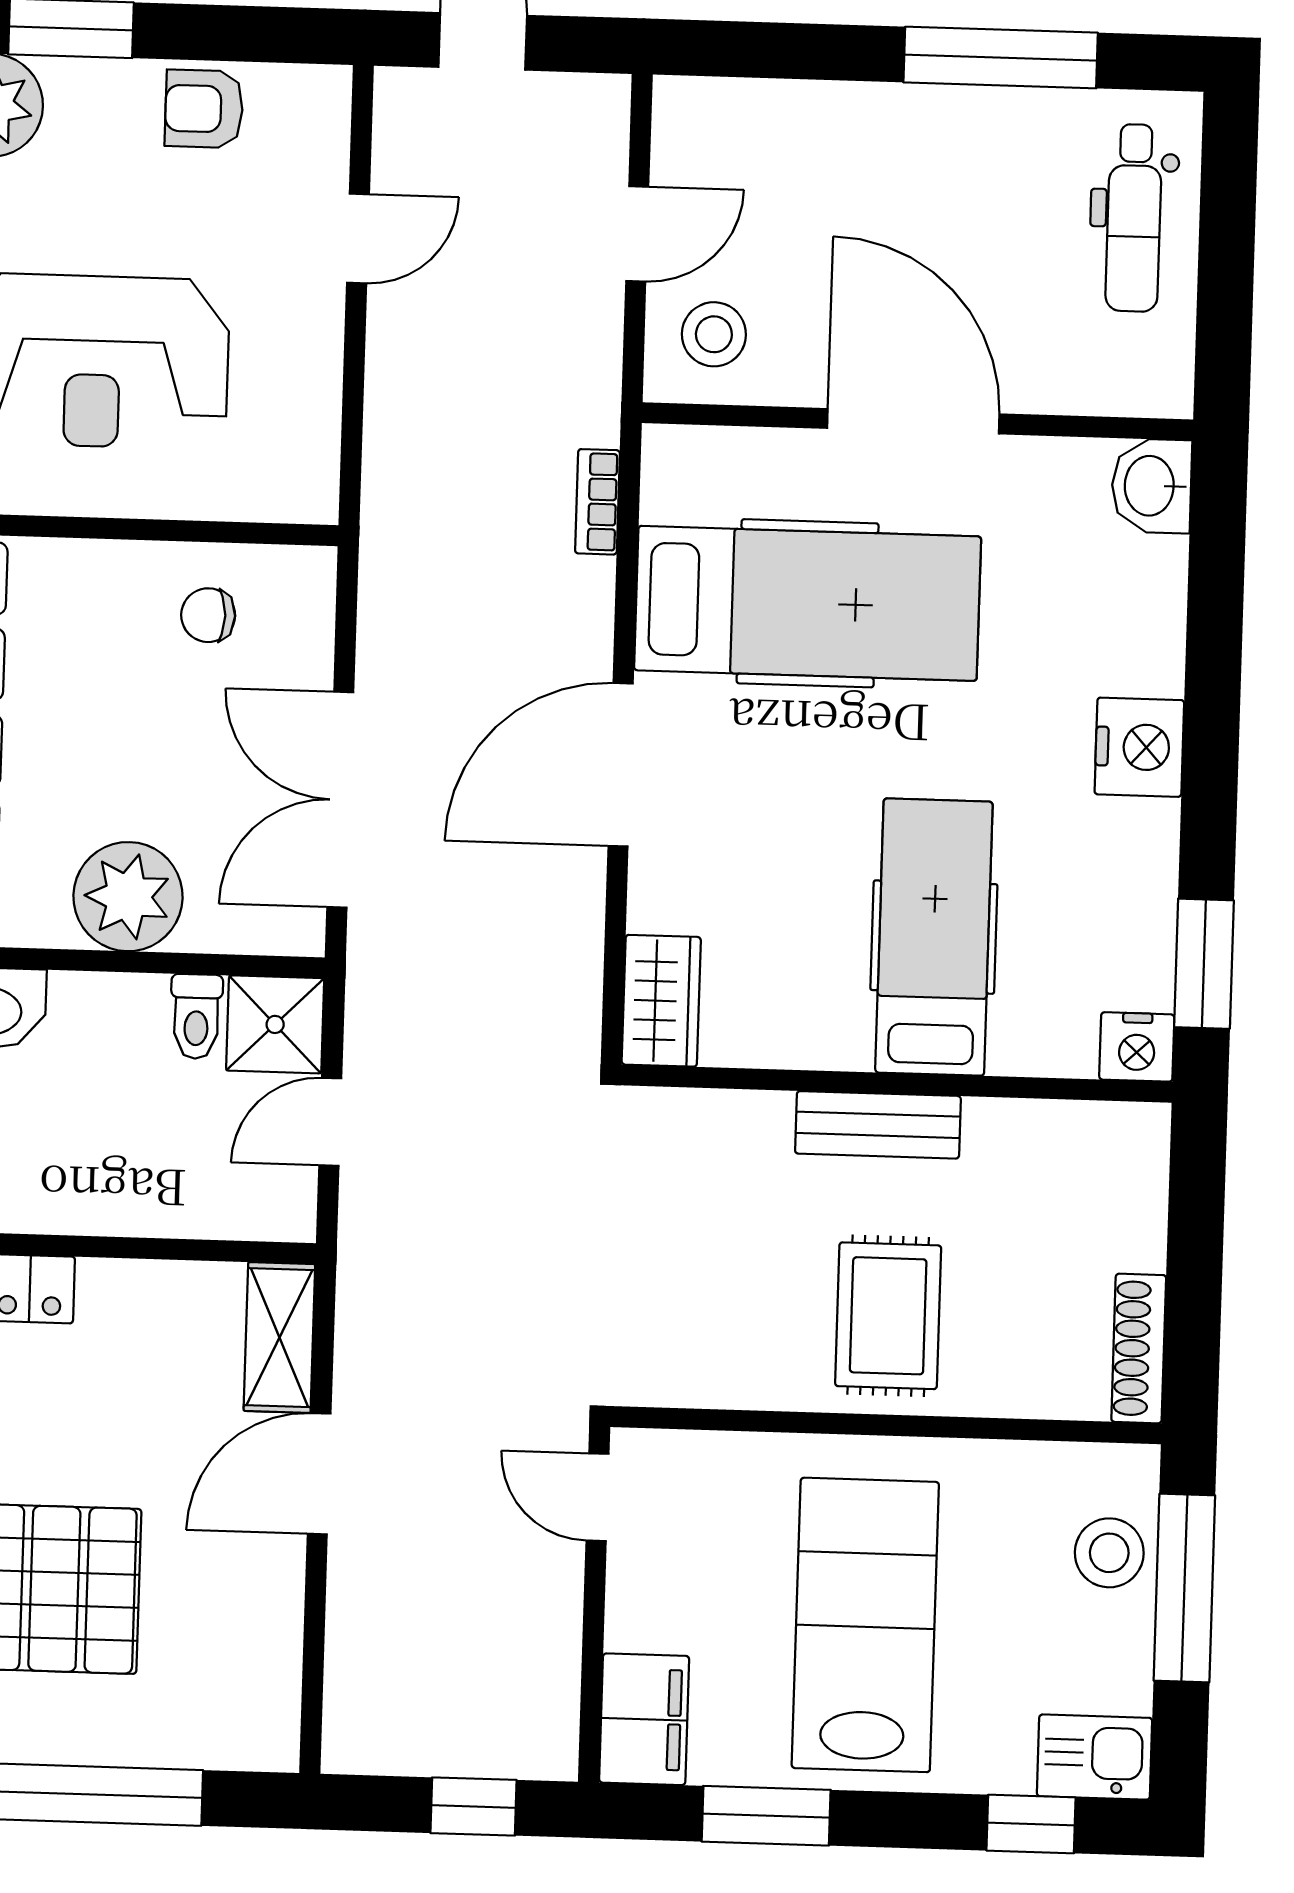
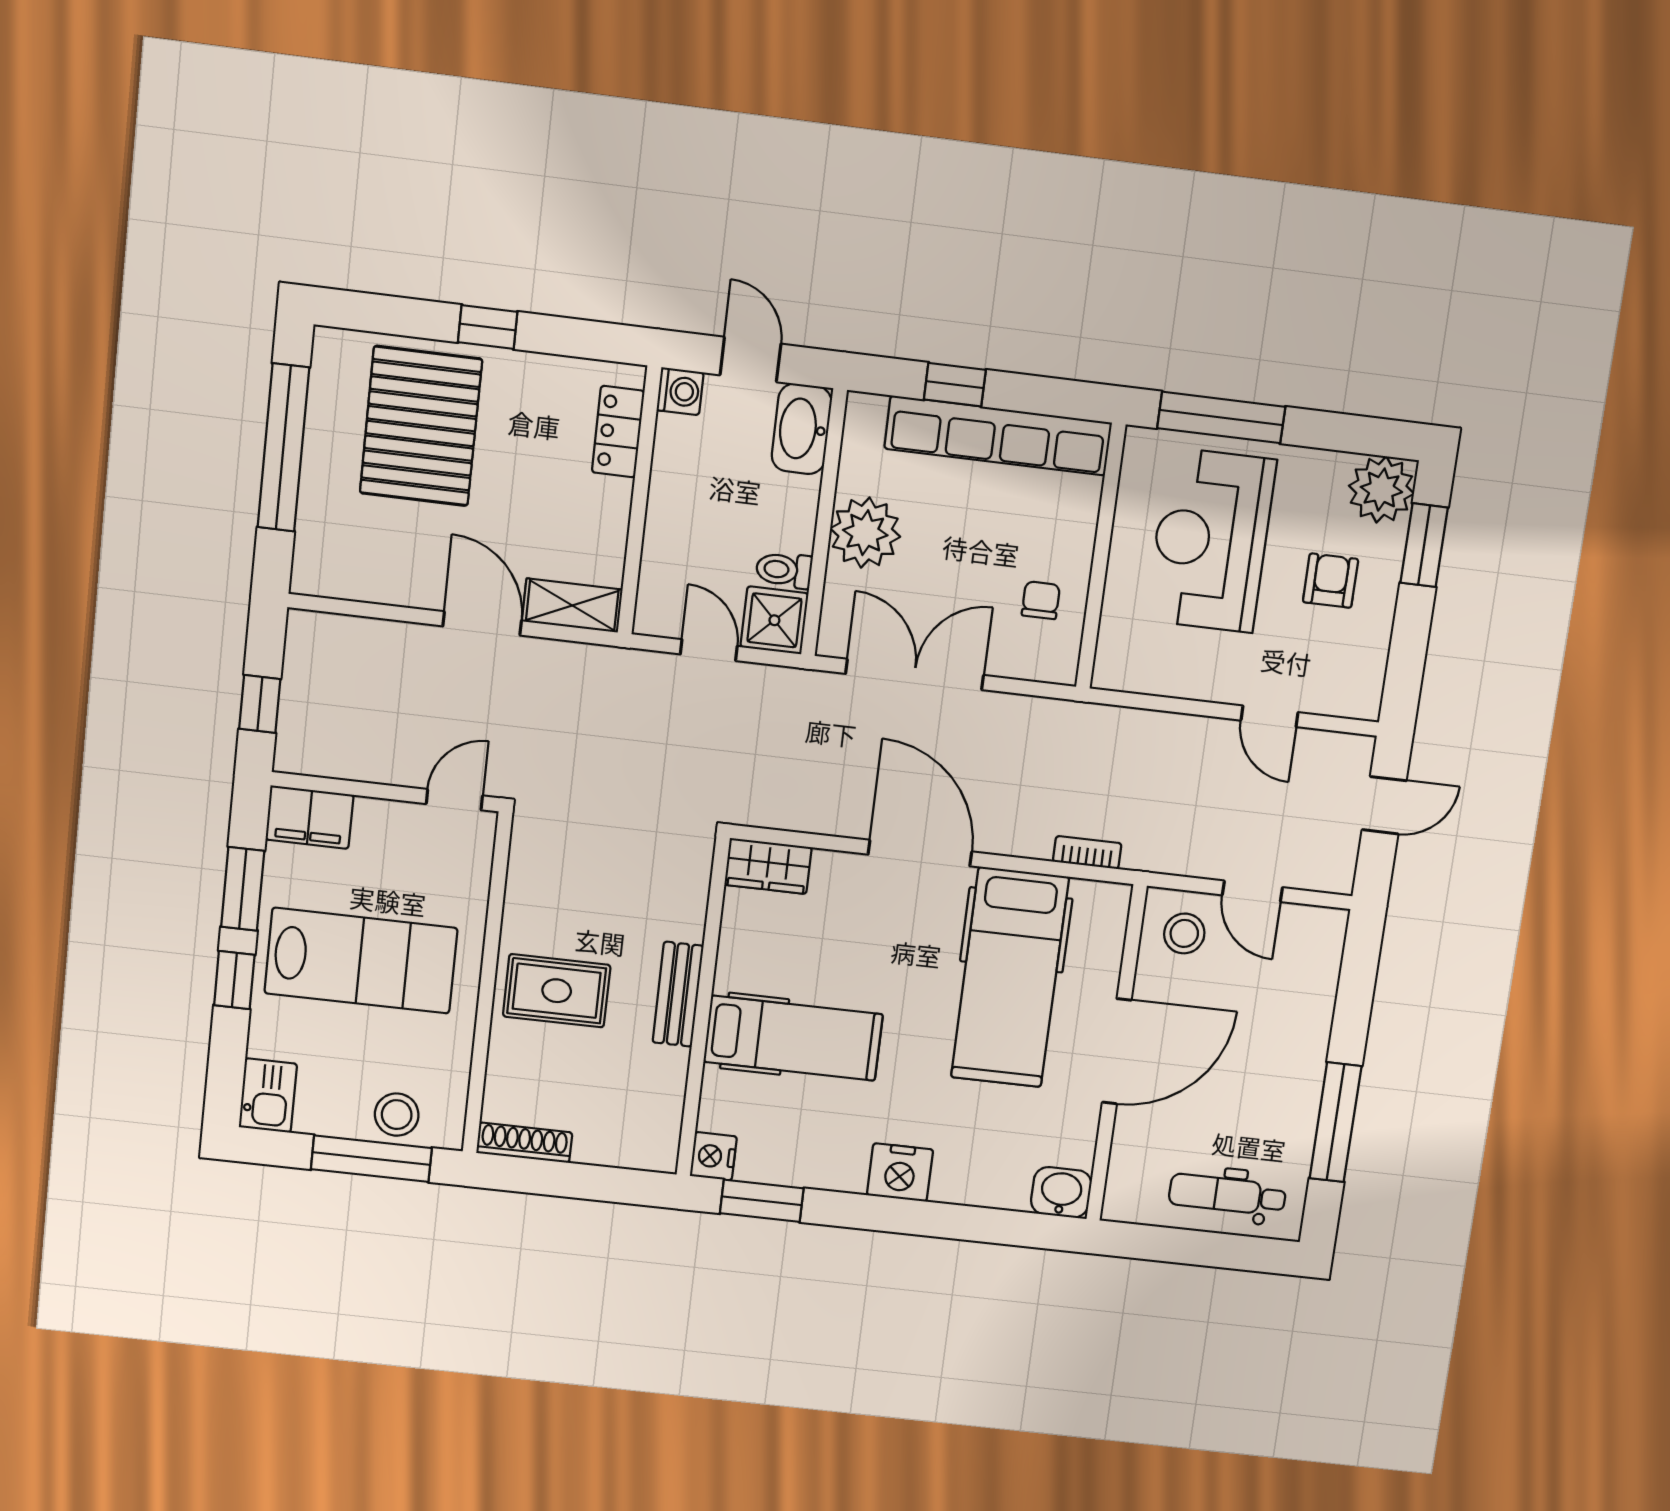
armchair: (204, 109) -> (1331, 581), moved
window: (1031, 1824) -> (234, 980), moved

